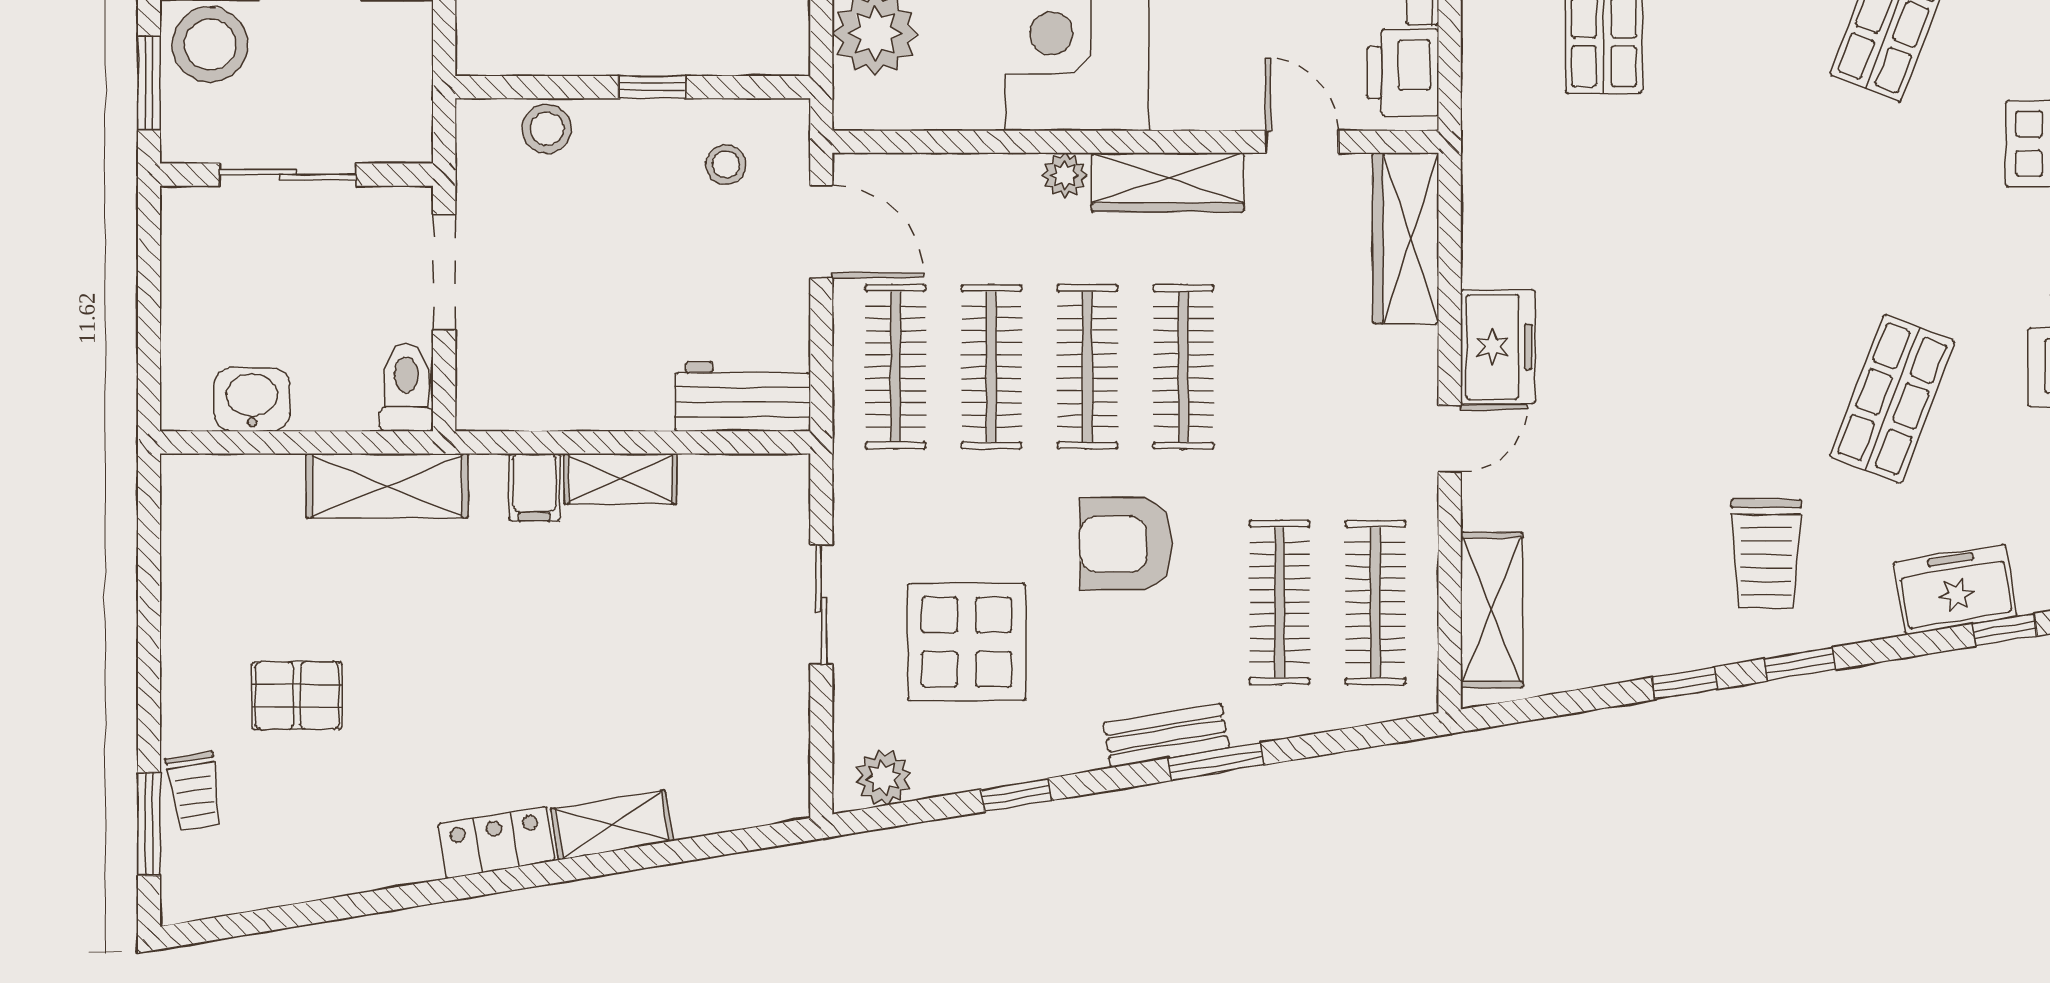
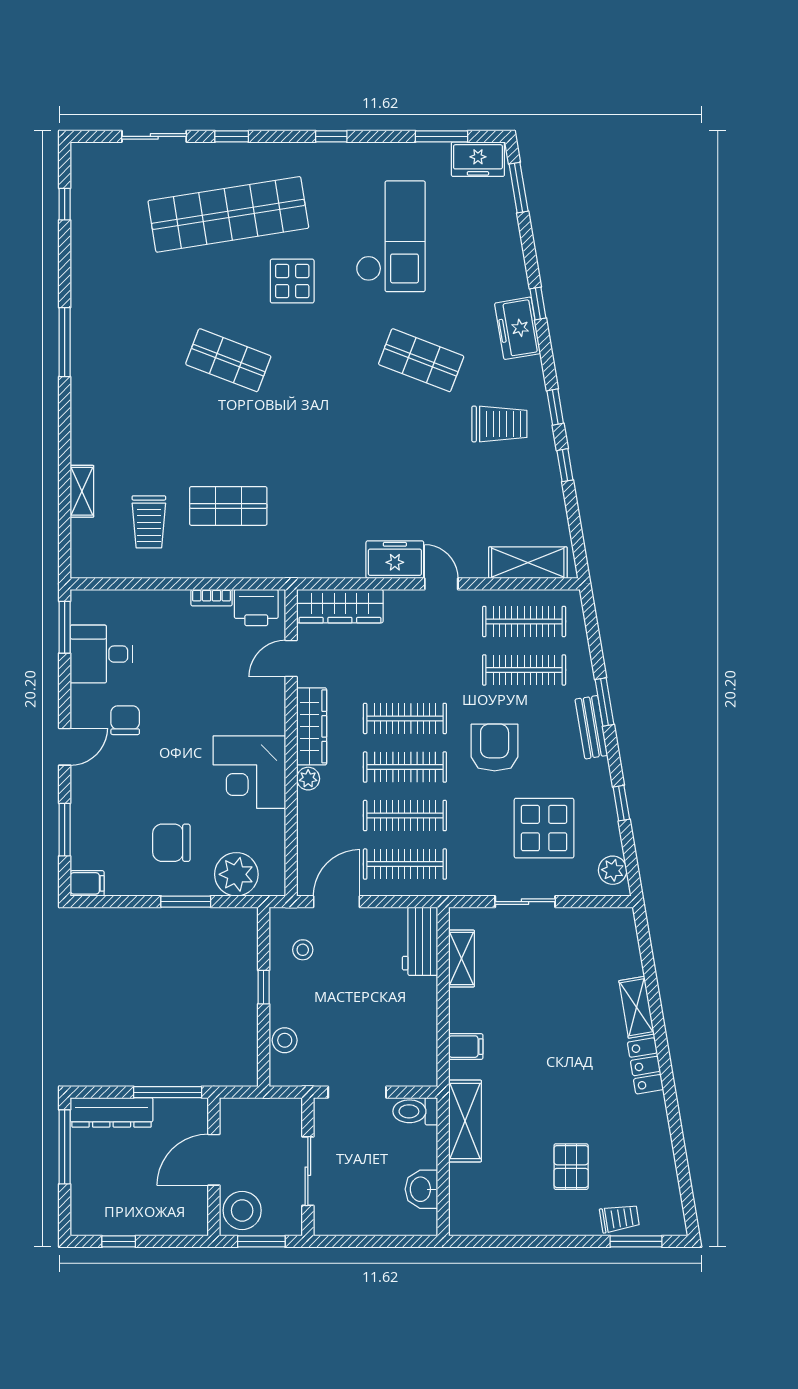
shelving: (620, 479) -> (461, 959), moved
armchair: (1126, 544) -> (495, 748), turned 180

